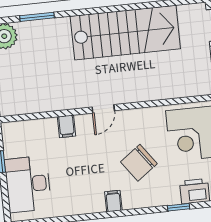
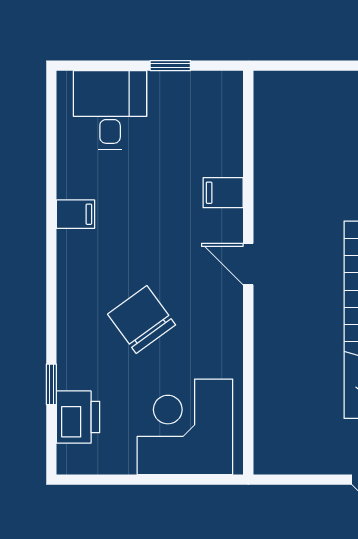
desk: (28, 184) -> (110, 110), width x0.73
filing cabinet: (113, 201) -> (76, 214), moved

